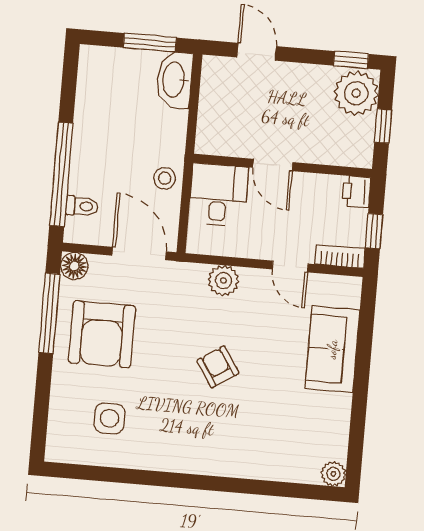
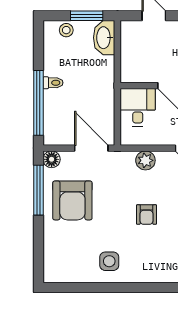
stool: (165, 178) -> (66, 30), moved
toilet: (82, 206) -> (53, 83), moved
armchair: (218, 367) -> (146, 215), turned -147
side table: (109, 418) -> (109, 261), moved

